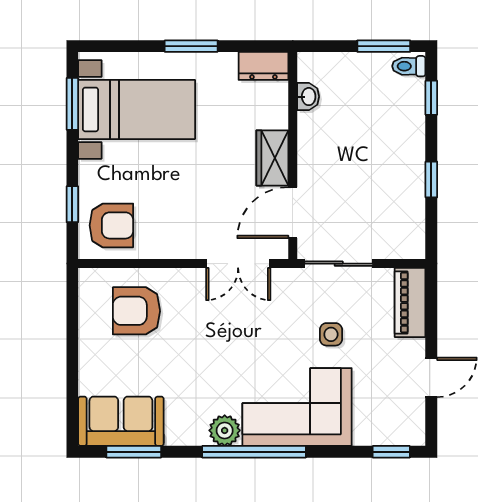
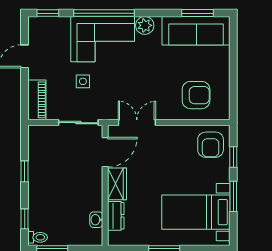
dresser: (263, 66) -> (116, 216), moved, turned 90
window: (72, 104) -> (233, 196), moved
armchair: (111, 225) -> (211, 145), turned -90
sofa: (121, 421) -> (196, 31), width x1.36
window: (254, 452) -> (104, 13), moved

